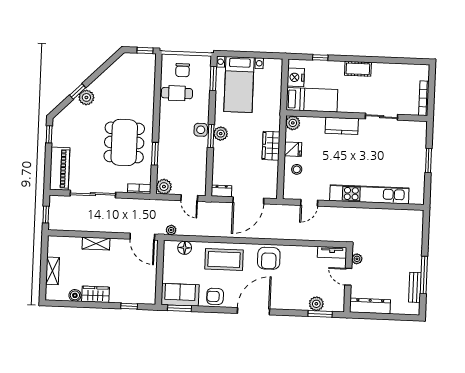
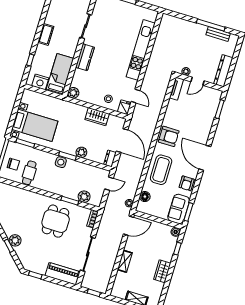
plant: (221, 134) -> (81, 152), moved
dining table: (124, 142) -> (56, 221), width x0.73
wardrobe: (271, 146) -> (97, 117), moved
fridge: (293, 149) -> (124, 107), moved
plant: (164, 187) -> (84, 197), moved
boiler: (75, 295) -> (176, 232), moved
plant: (316, 304) -> (211, 110), removed

